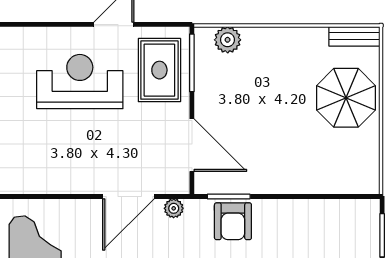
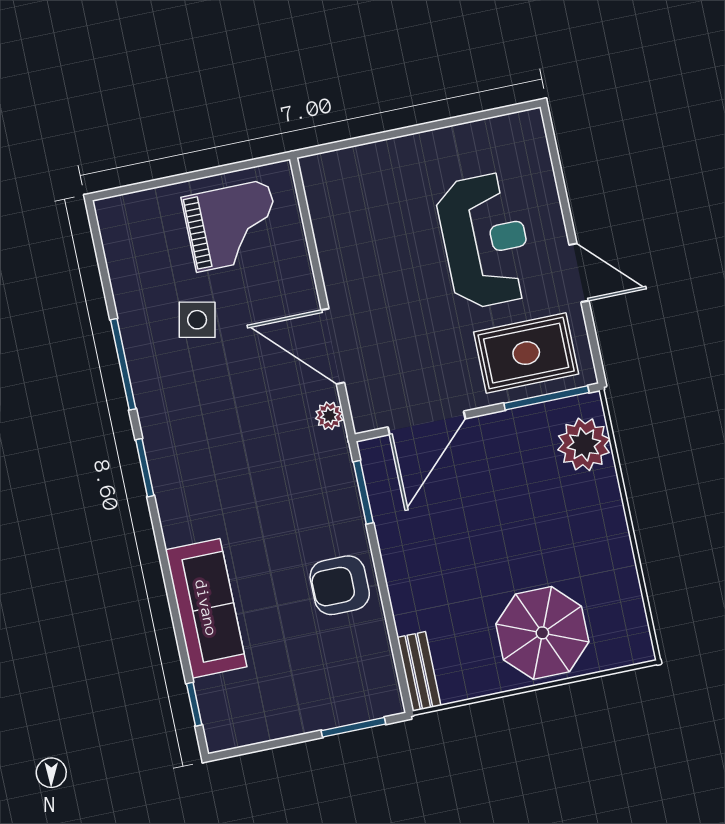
bench: (354, 36) -> (419, 671), moved
plant: (228, 40) -> (584, 444), width x1.36, depth x1.36
armchair: (233, 221) -> (340, 585), moved

